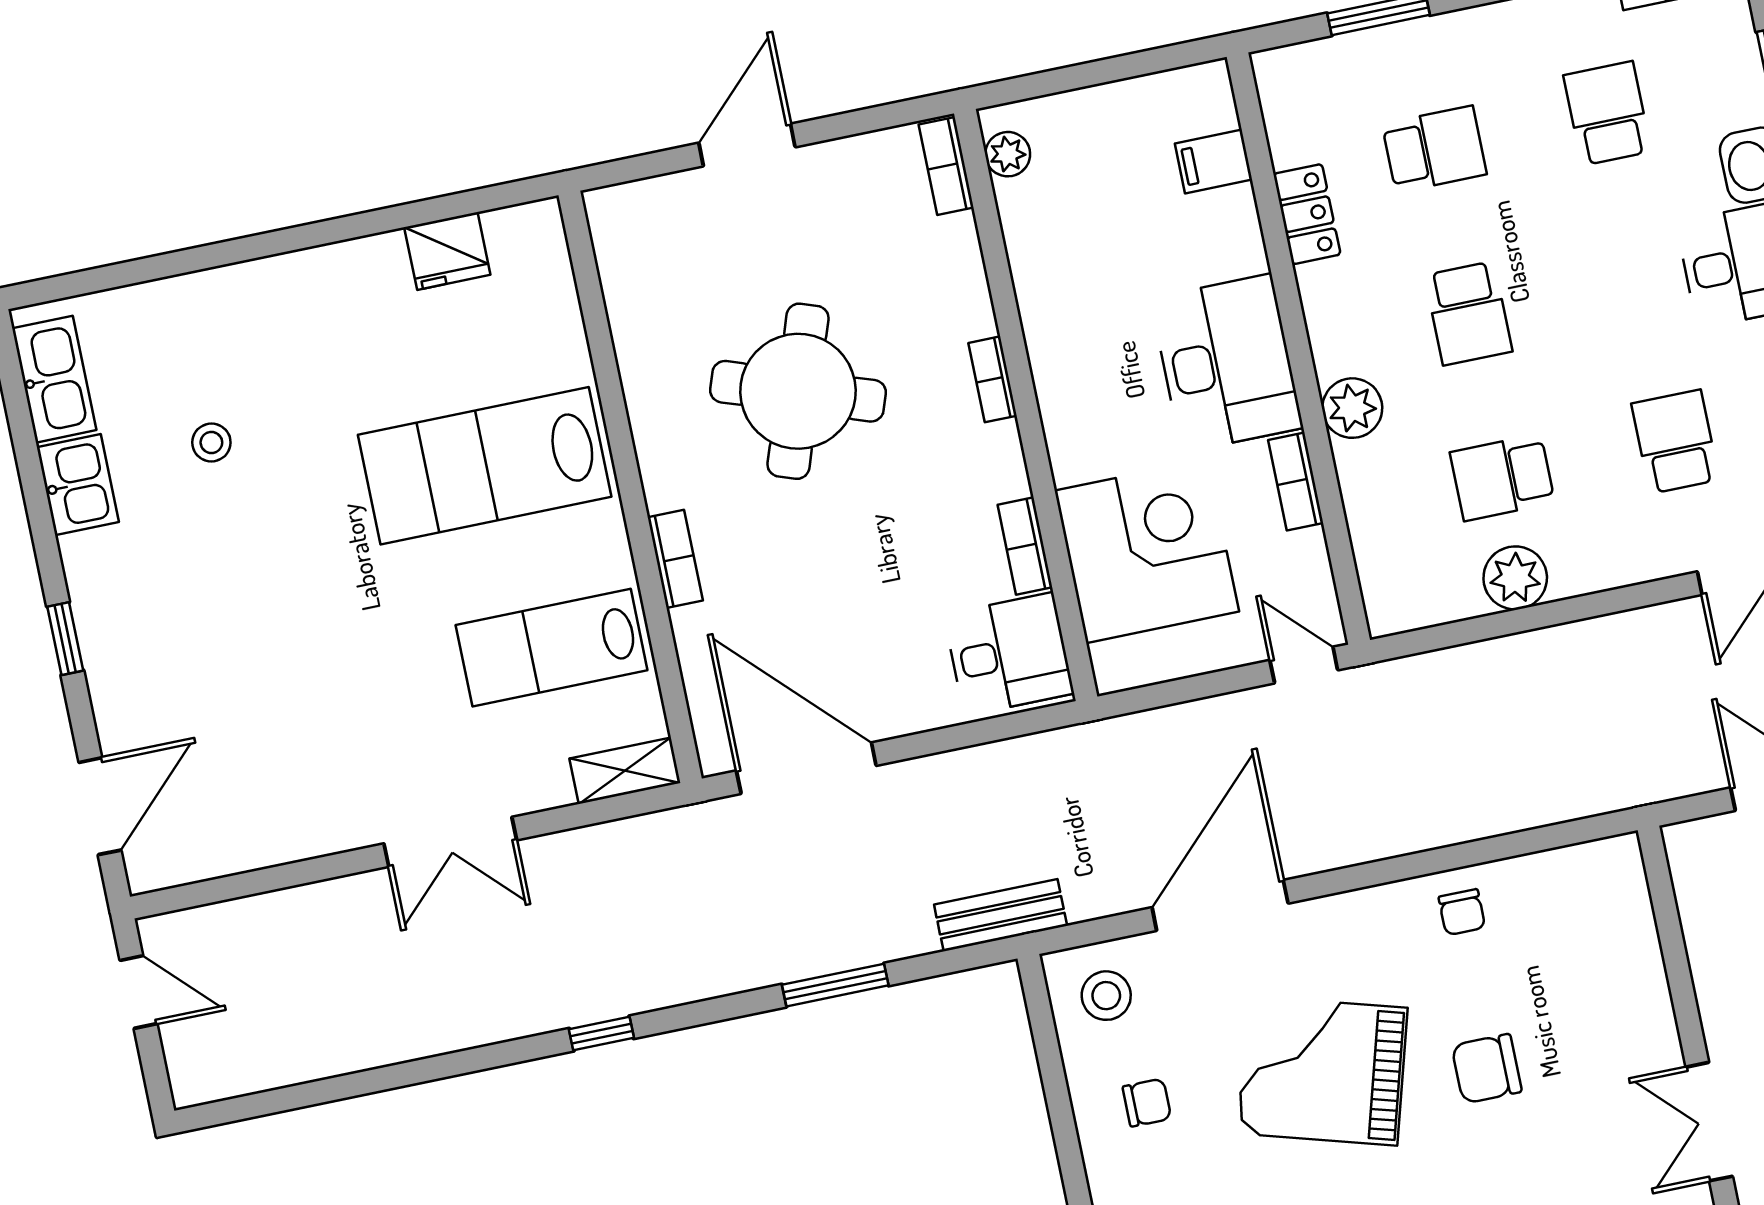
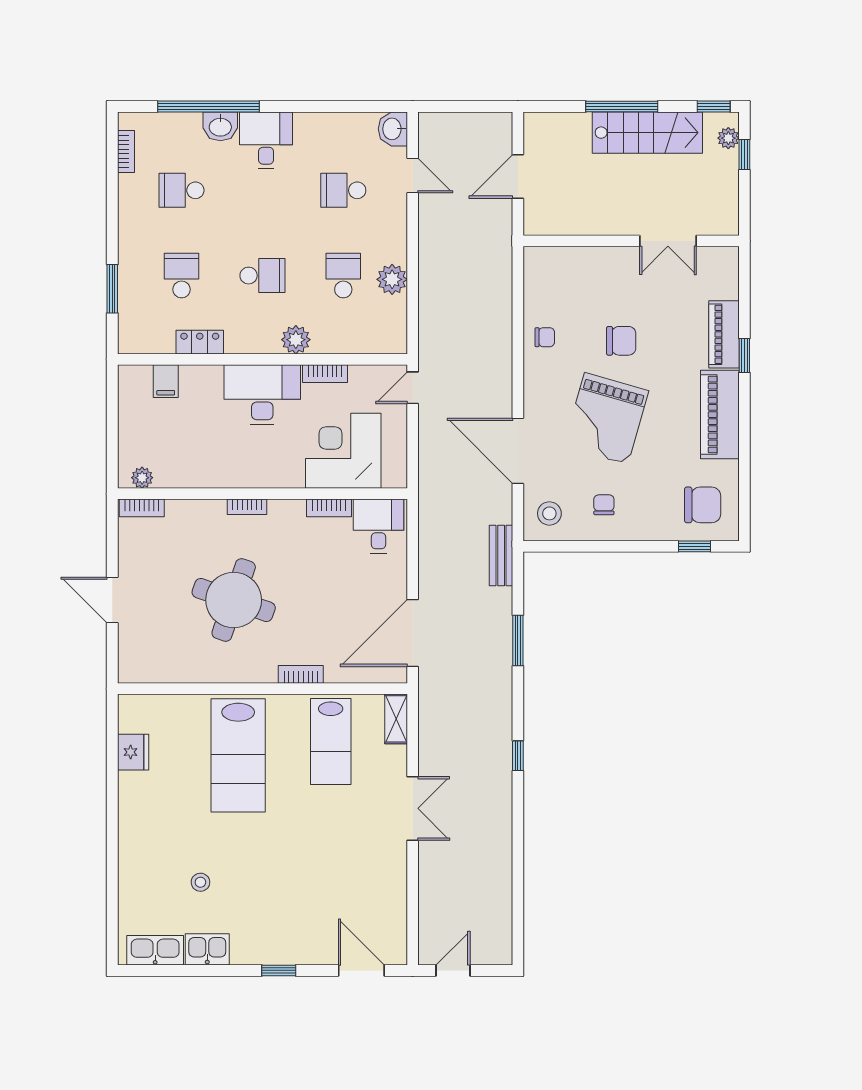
school desk: (1502, 477) -> (343, 276), turned 180
chair: (1487, 1069) -> (621, 341), turned -90

